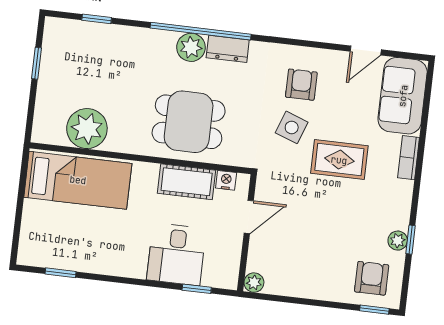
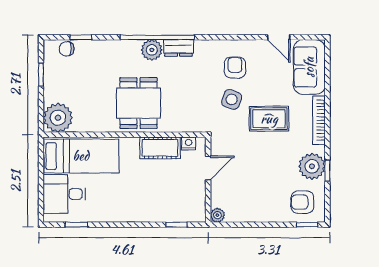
chair: (75, 32) -> (67, 49), added
door: (366, 51) -> (279, 37), hinge flipped
dining table: (189, 122) -> (139, 103), moved, turned 90
plant: (87, 129) -> (58, 118), moved
bookcase: (409, 158) -> (319, 120), width x1.56
plant: (398, 241) -> (312, 166), width x1.87, depth x1.87
desk: (176, 254) -> (64, 194), moved, turned 90
armchair: (372, 278) -> (302, 202), turned -90

